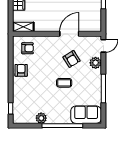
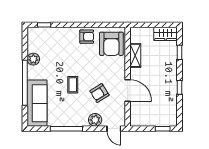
shelving: (23, 27) -> (135, 55), moved
armchair: (28, 48) -> (111, 44), width x1.88, depth x1.88
sofa: (86, 115) -> (37, 103), width x1.36

